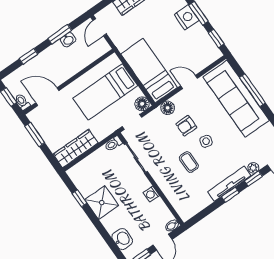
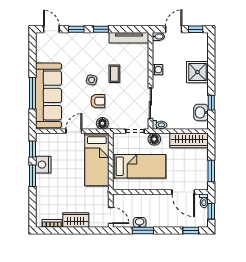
nightstand: (187, 17) -> (43, 165), moved
door: (100, 27) -> (111, 216), hinge flipped
window: (28, 56) -> (191, 230), moved
door: (189, 82) -> (74, 131), swing flipped
floor lamp: (142, 104) -> (154, 139), moved
plant: (253, 168) -> (71, 37), removed
tv unit: (229, 184) -> (129, 38), moved
shower: (102, 203) -> (197, 72), moved
washbasin: (122, 239) -> (201, 112), moved

